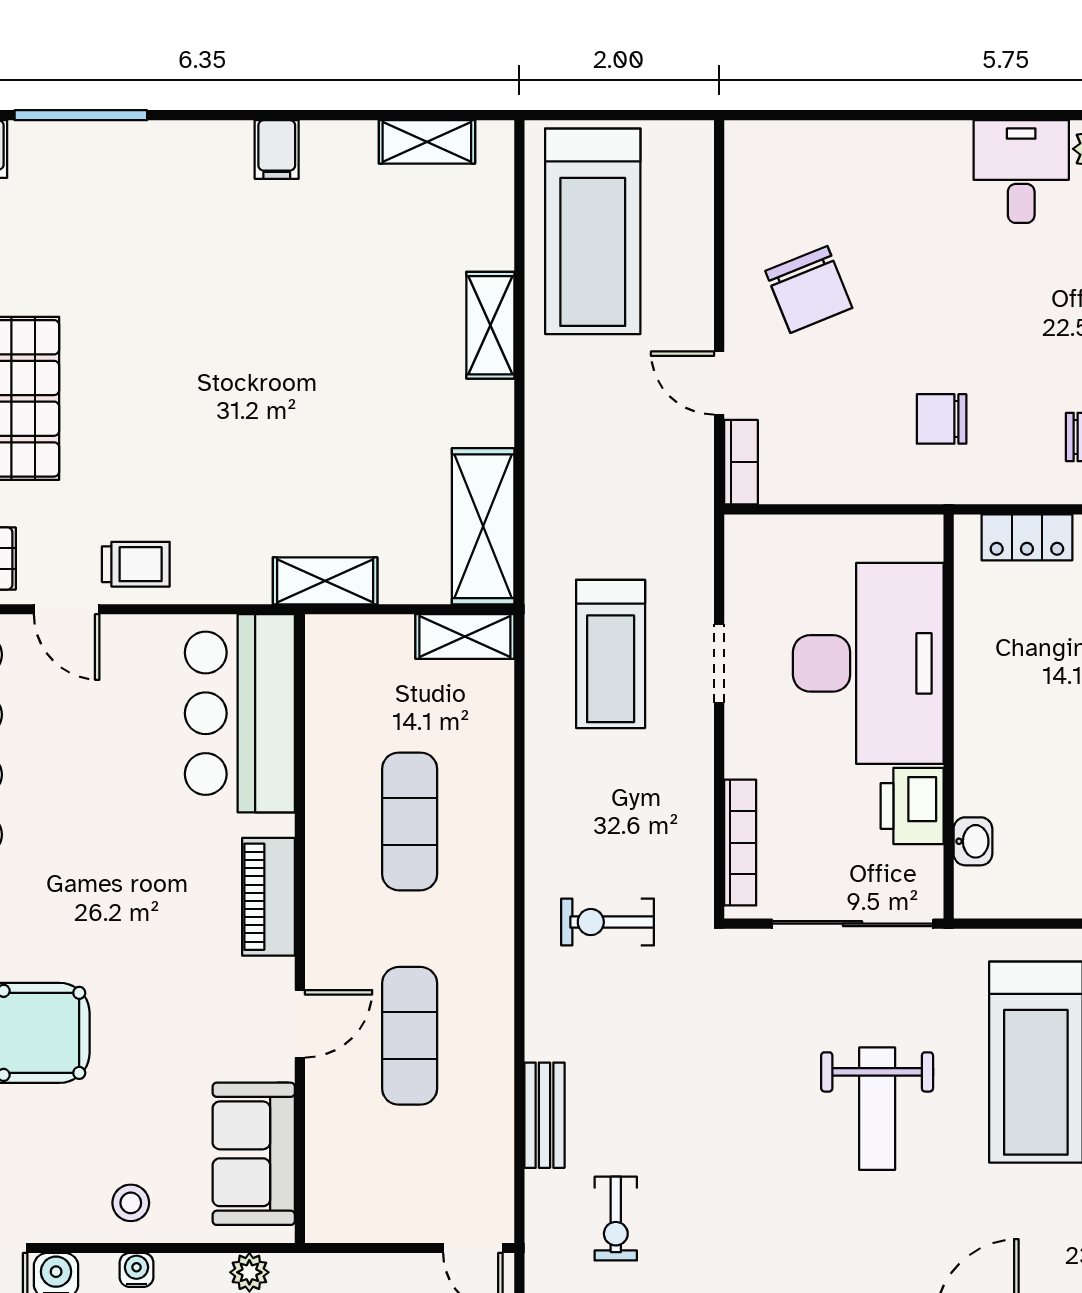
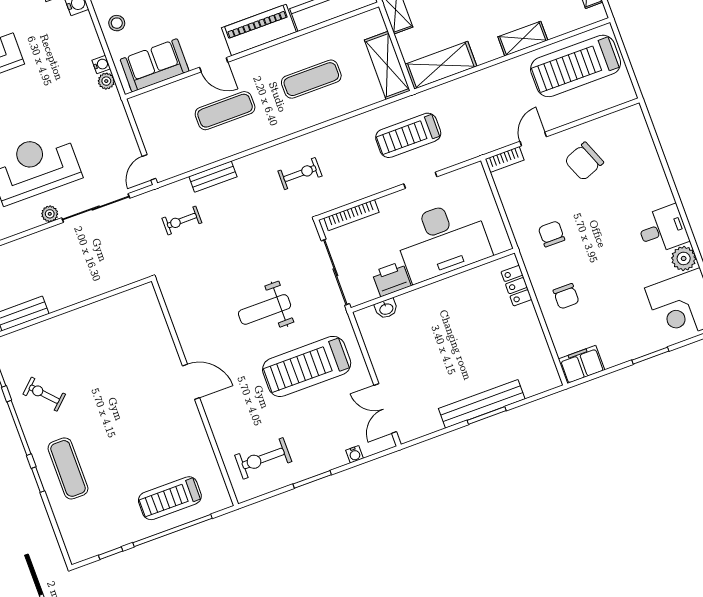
shelving: (465, 637) -> (387, 65), width x1.50, depth x1.33
piano: (269, 897) -> (259, 30), width x1.37, depth x1.33
exercise bike: (608, 922) -> (300, 174), turned 90
water cooler: (136, 1270) -> (101, 64), moved

